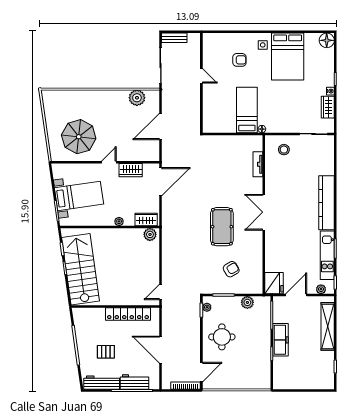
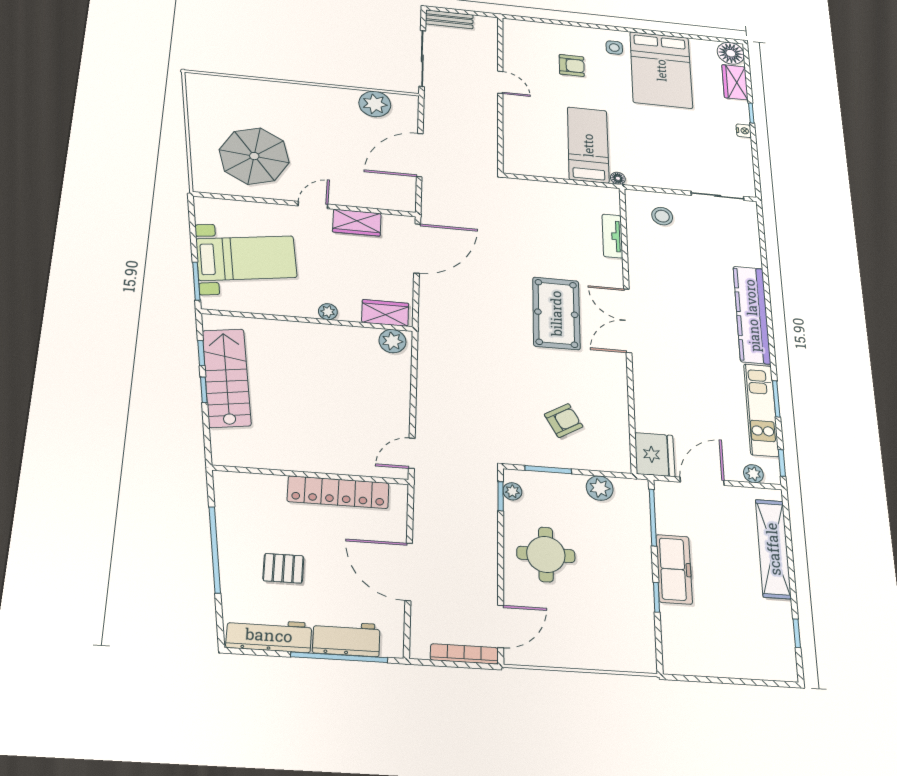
wardrobe: (328, 107) -> (735, 82), moved
pool table: (222, 227) -> (556, 313), moved
stairs: (81, 269) -> (226, 378), width x0.73, depth x0.66

